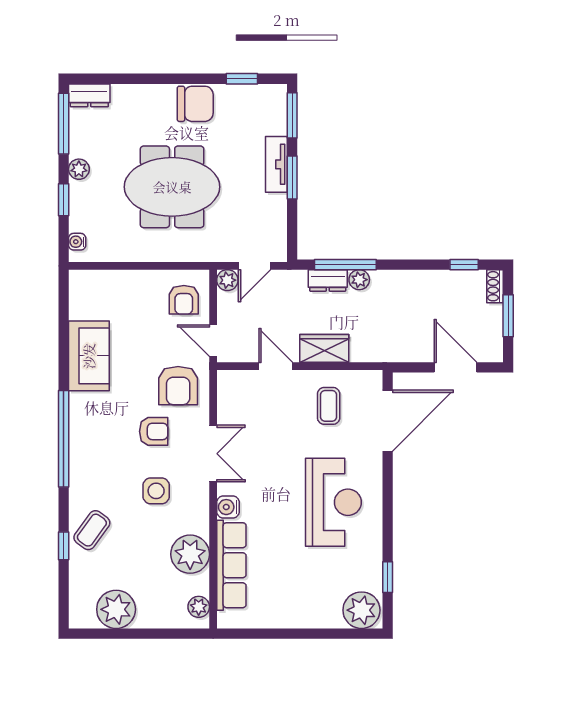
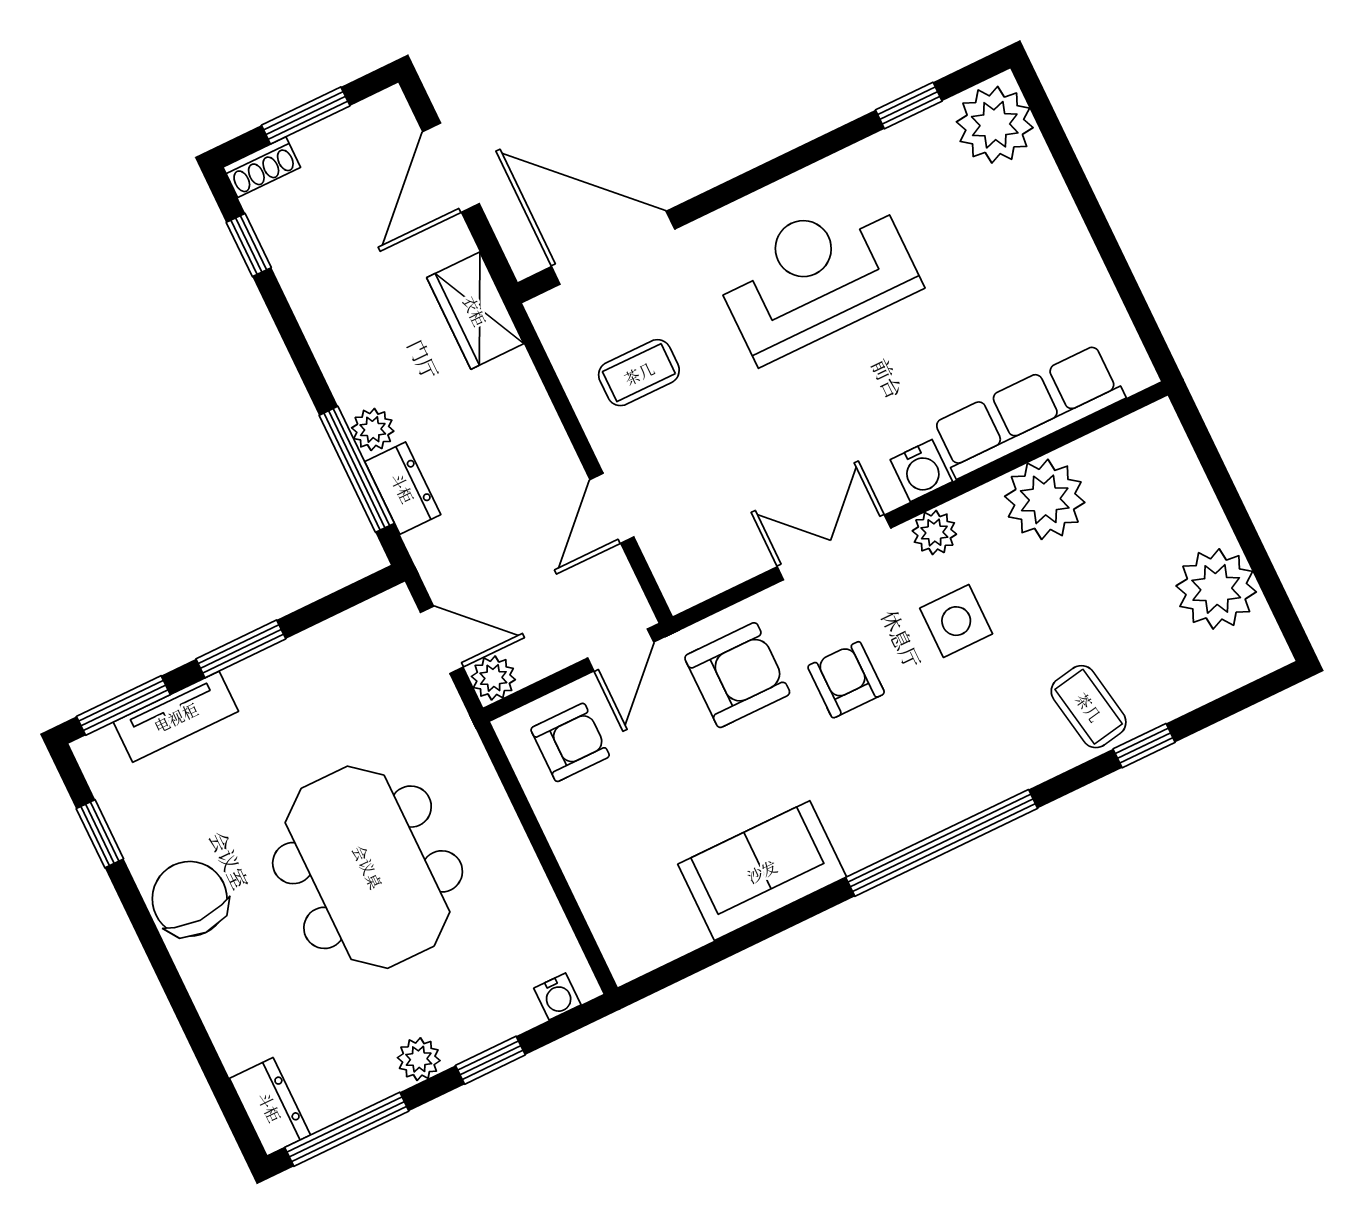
tv unit: (276, 164) -> (176, 717), moved
wardrobe: (324, 348) -> (475, 311), moved
coffee table: (92, 530) -> (1089, 707), turned 44
plant: (199, 607) -> (934, 532), moved

